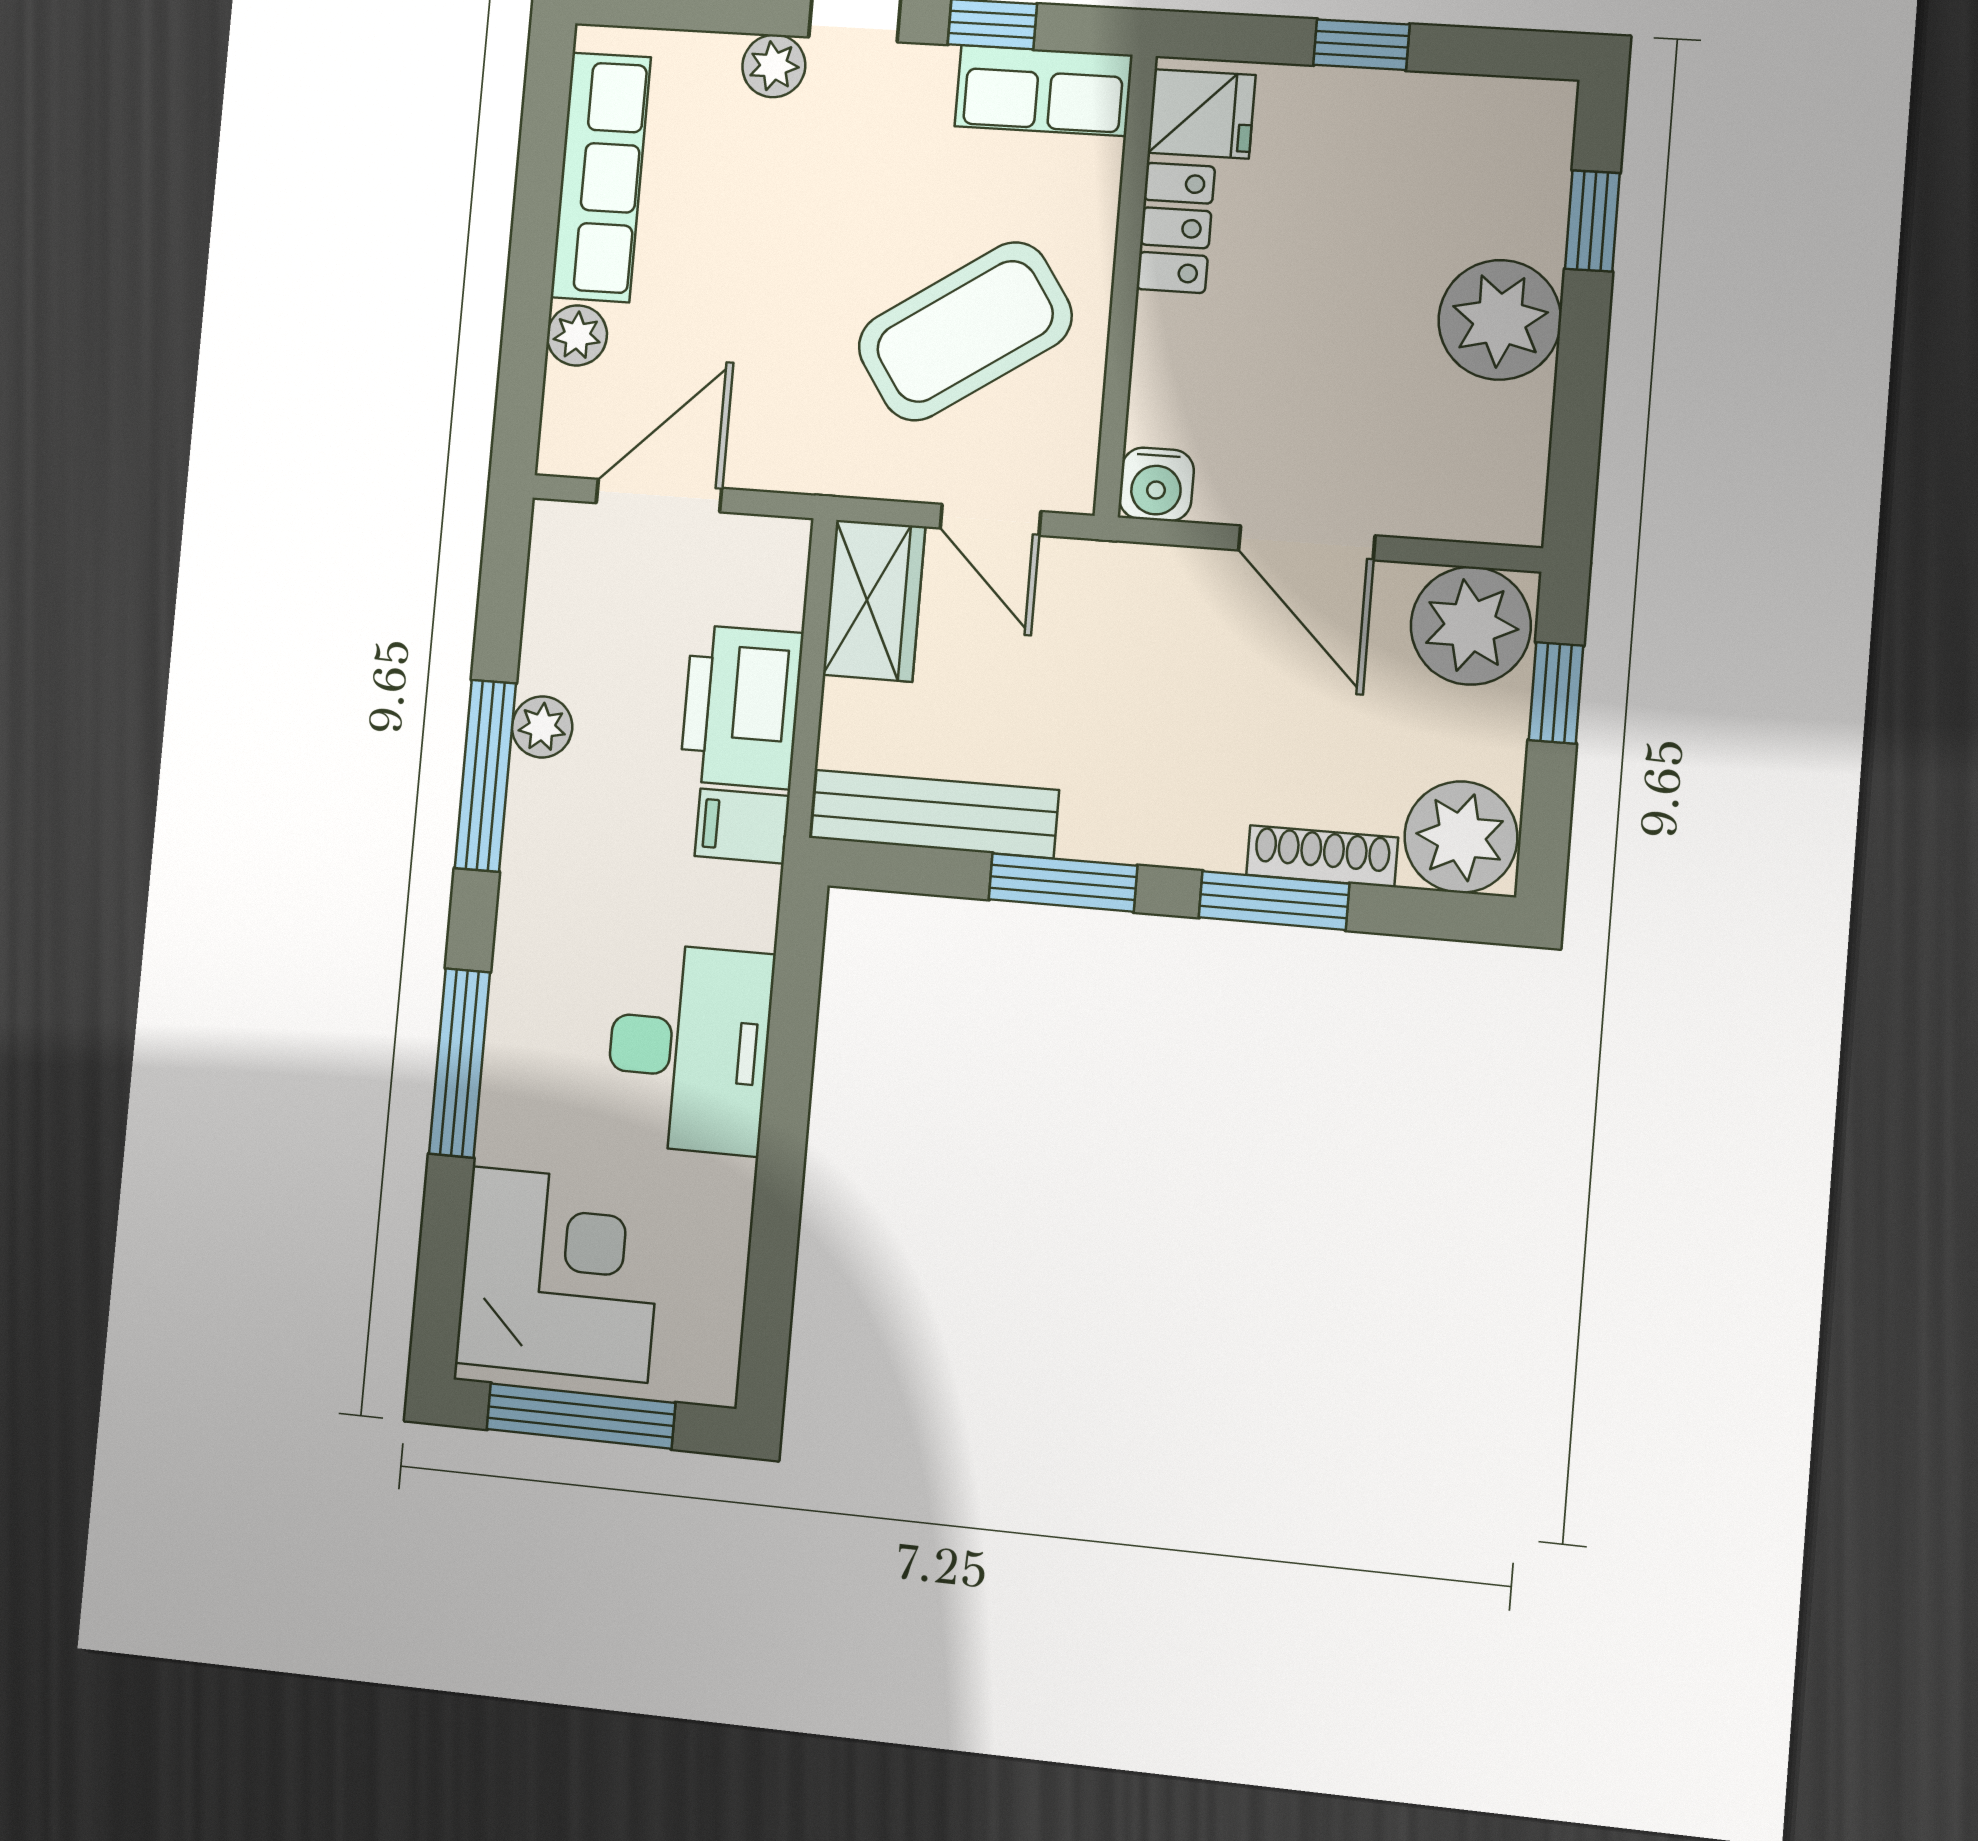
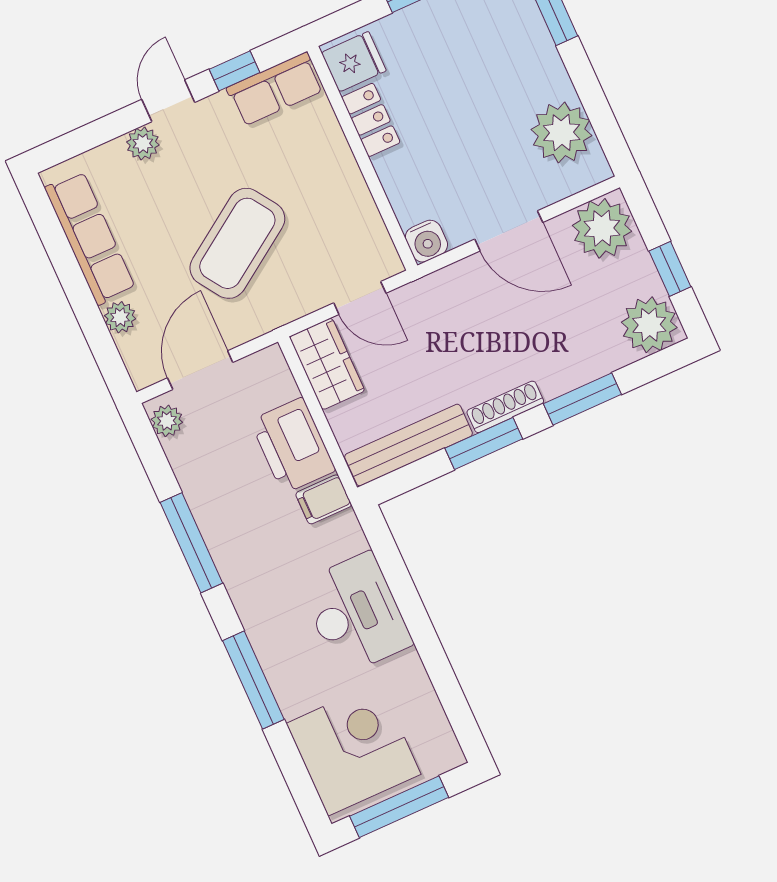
plant: (1500, 320) -> (562, 133), moved
coffee table: (965, 331) -> (237, 243), moved
window: (1556, 693) -> (670, 269), moved
plant: (542, 727) -> (167, 421), moved
shoe rack: (1322, 856) -> (505, 407), moved

